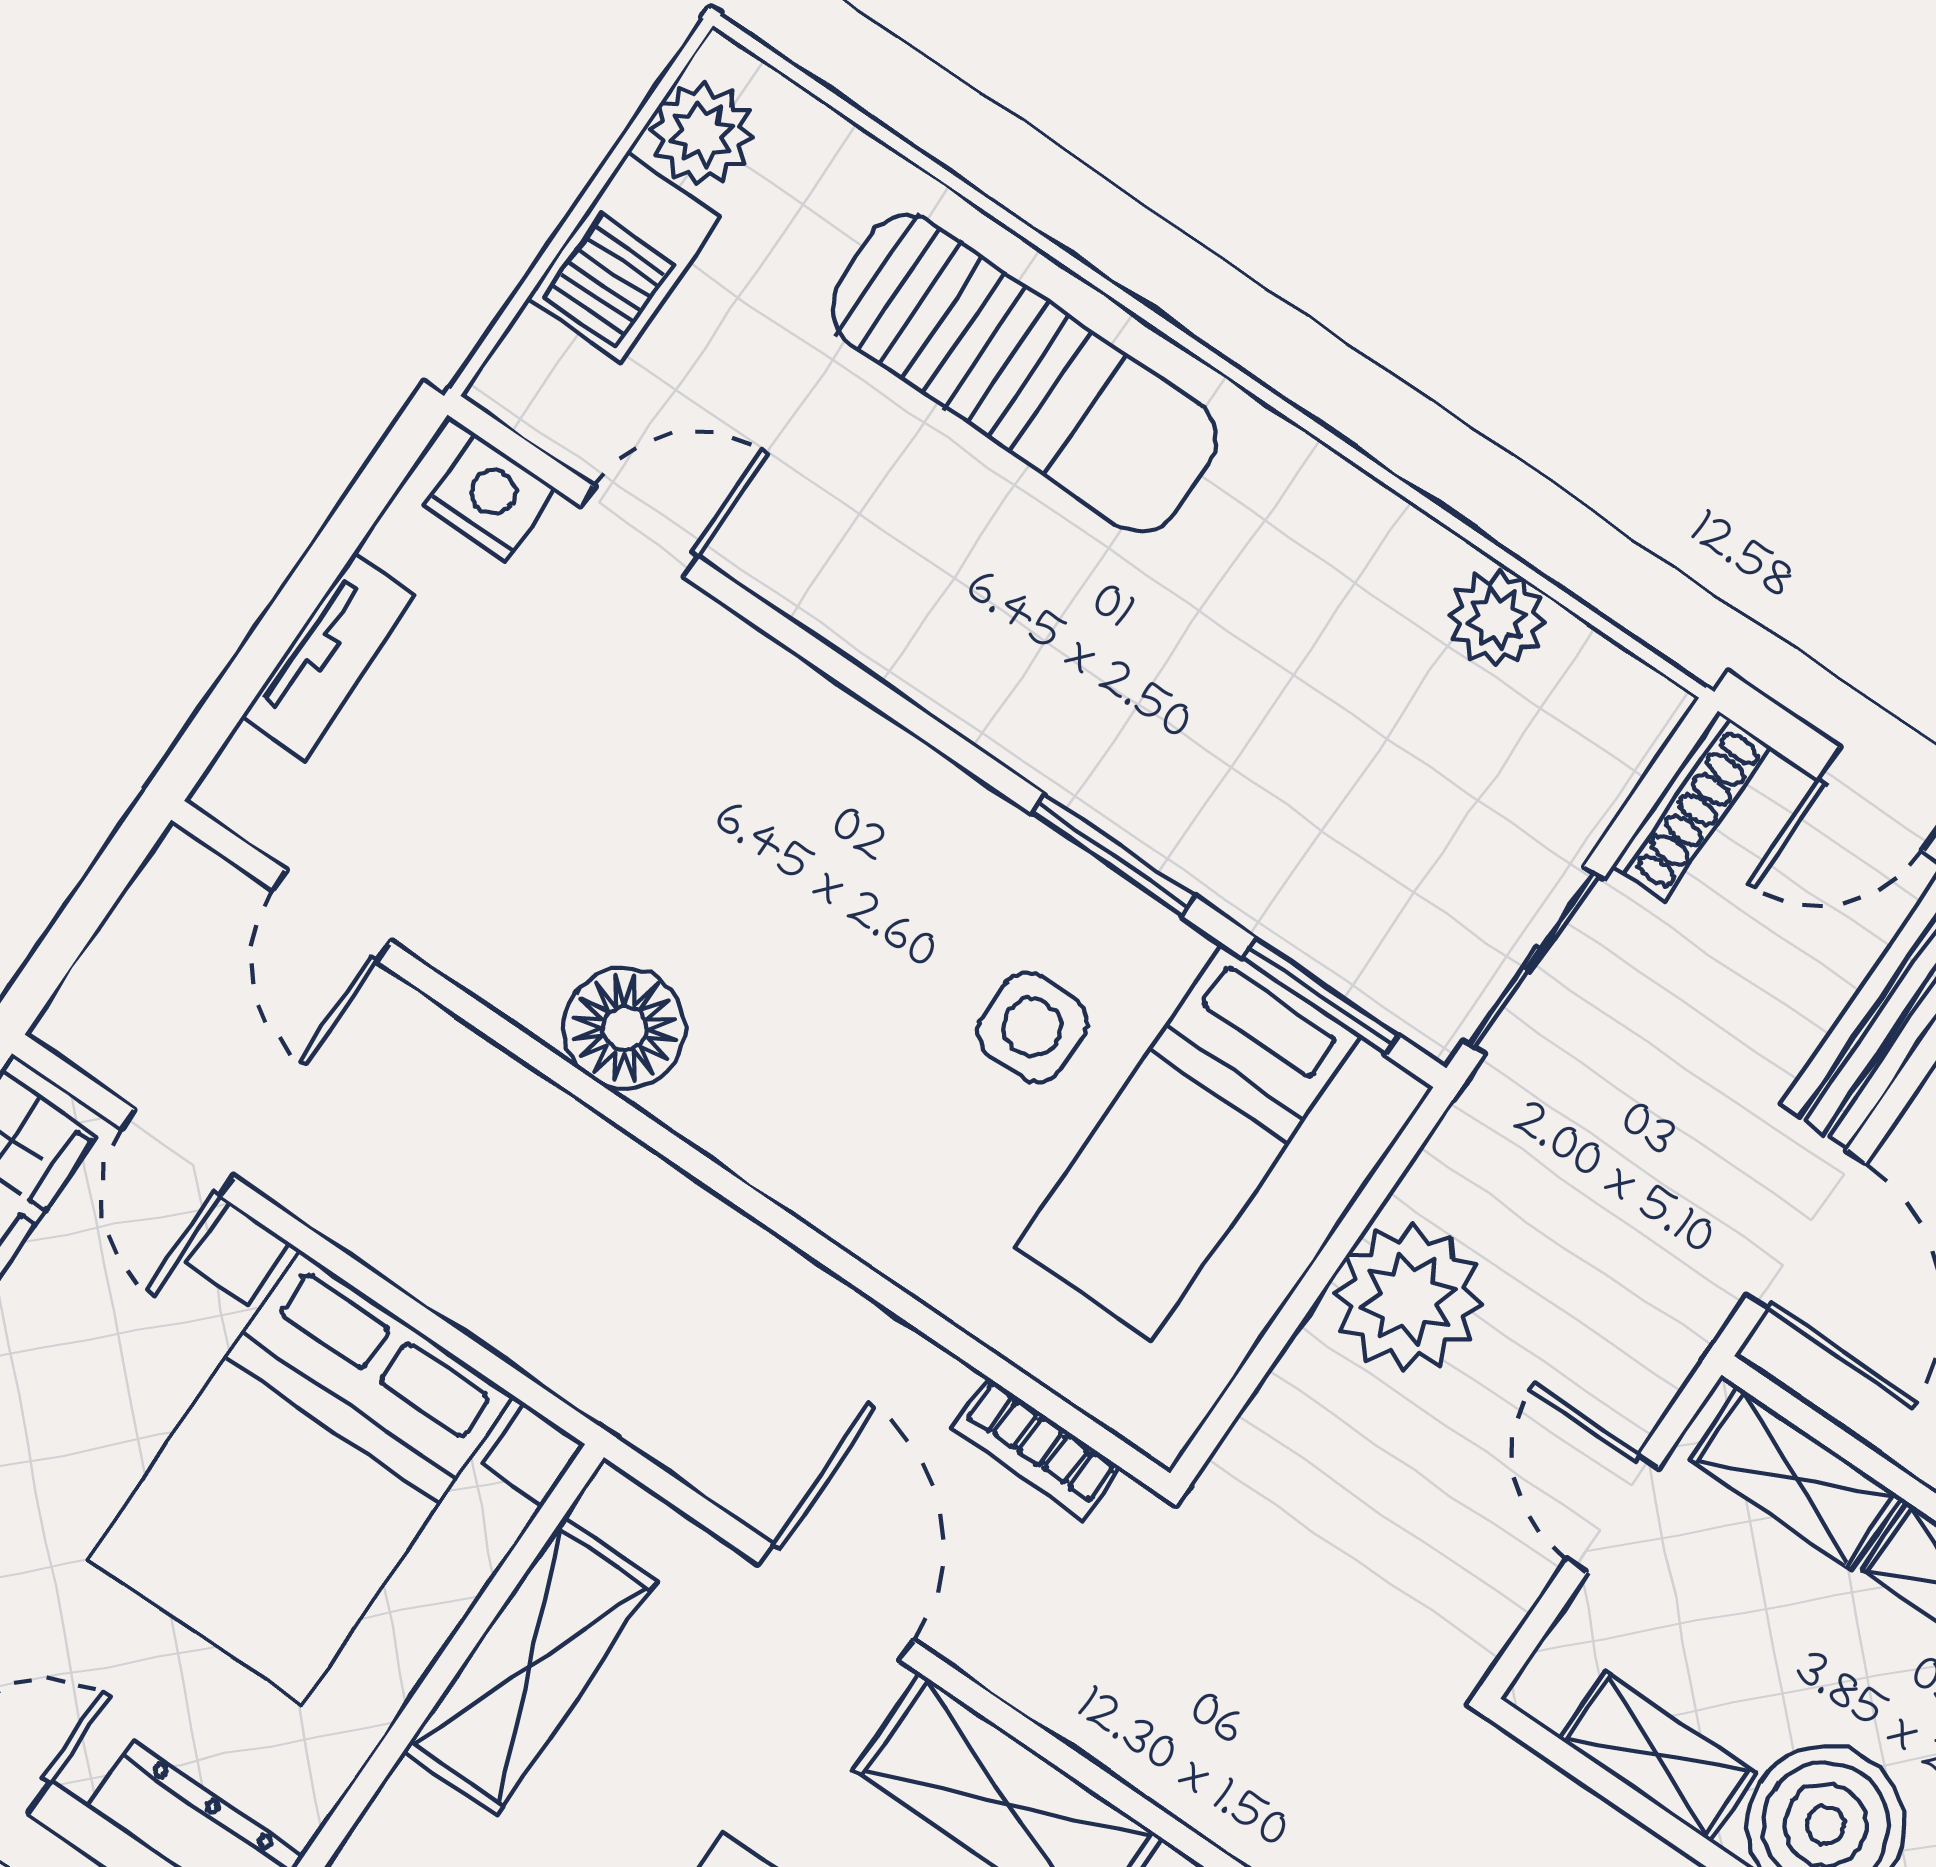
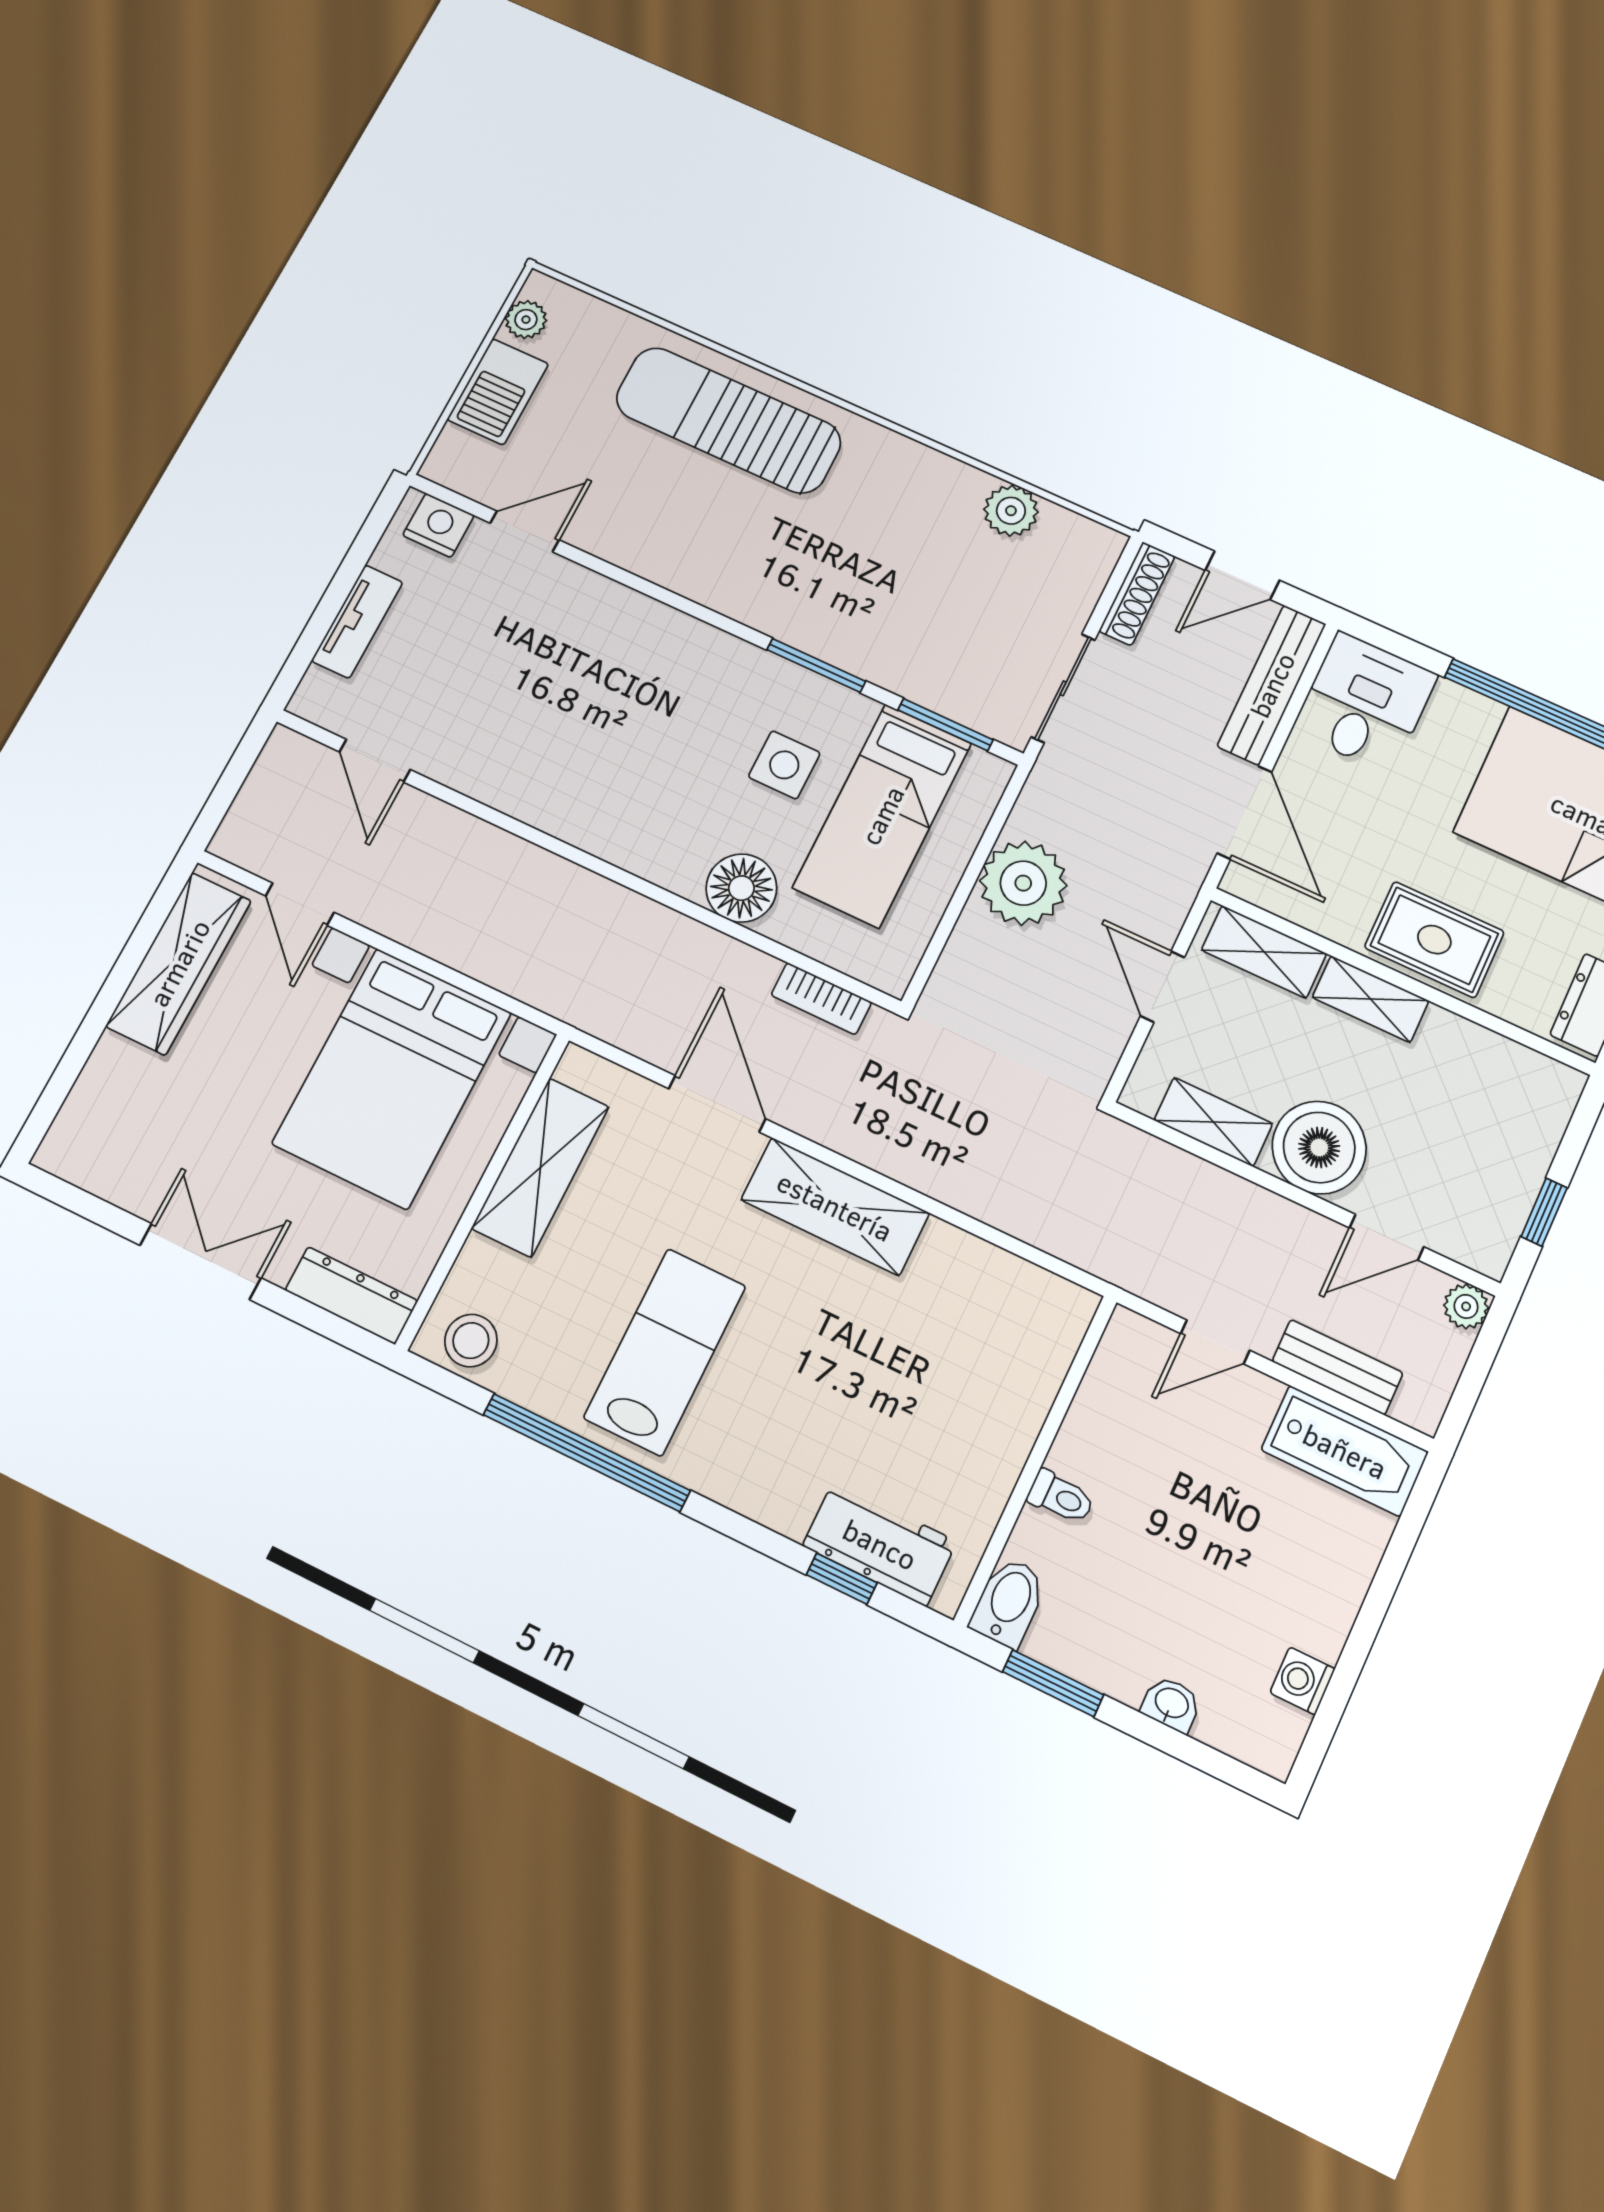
plant: (702, 134) -> (526, 320), width x0.73, depth x0.73
sun lounger: (1025, 373) -> (728, 420), turned 180
floor lamp: (625, 1028) -> (741, 888), moved

